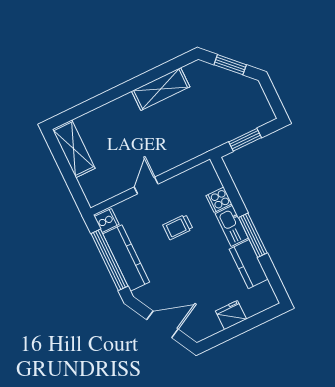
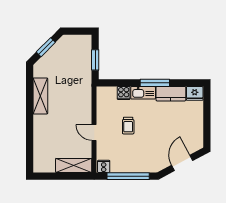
shelving: (74, 149) -> (74, 165), moved
kitchen counter: (126, 258) -> (132, 166), removed
fridge: (231, 315) -> (195, 93), moved, turned -90

